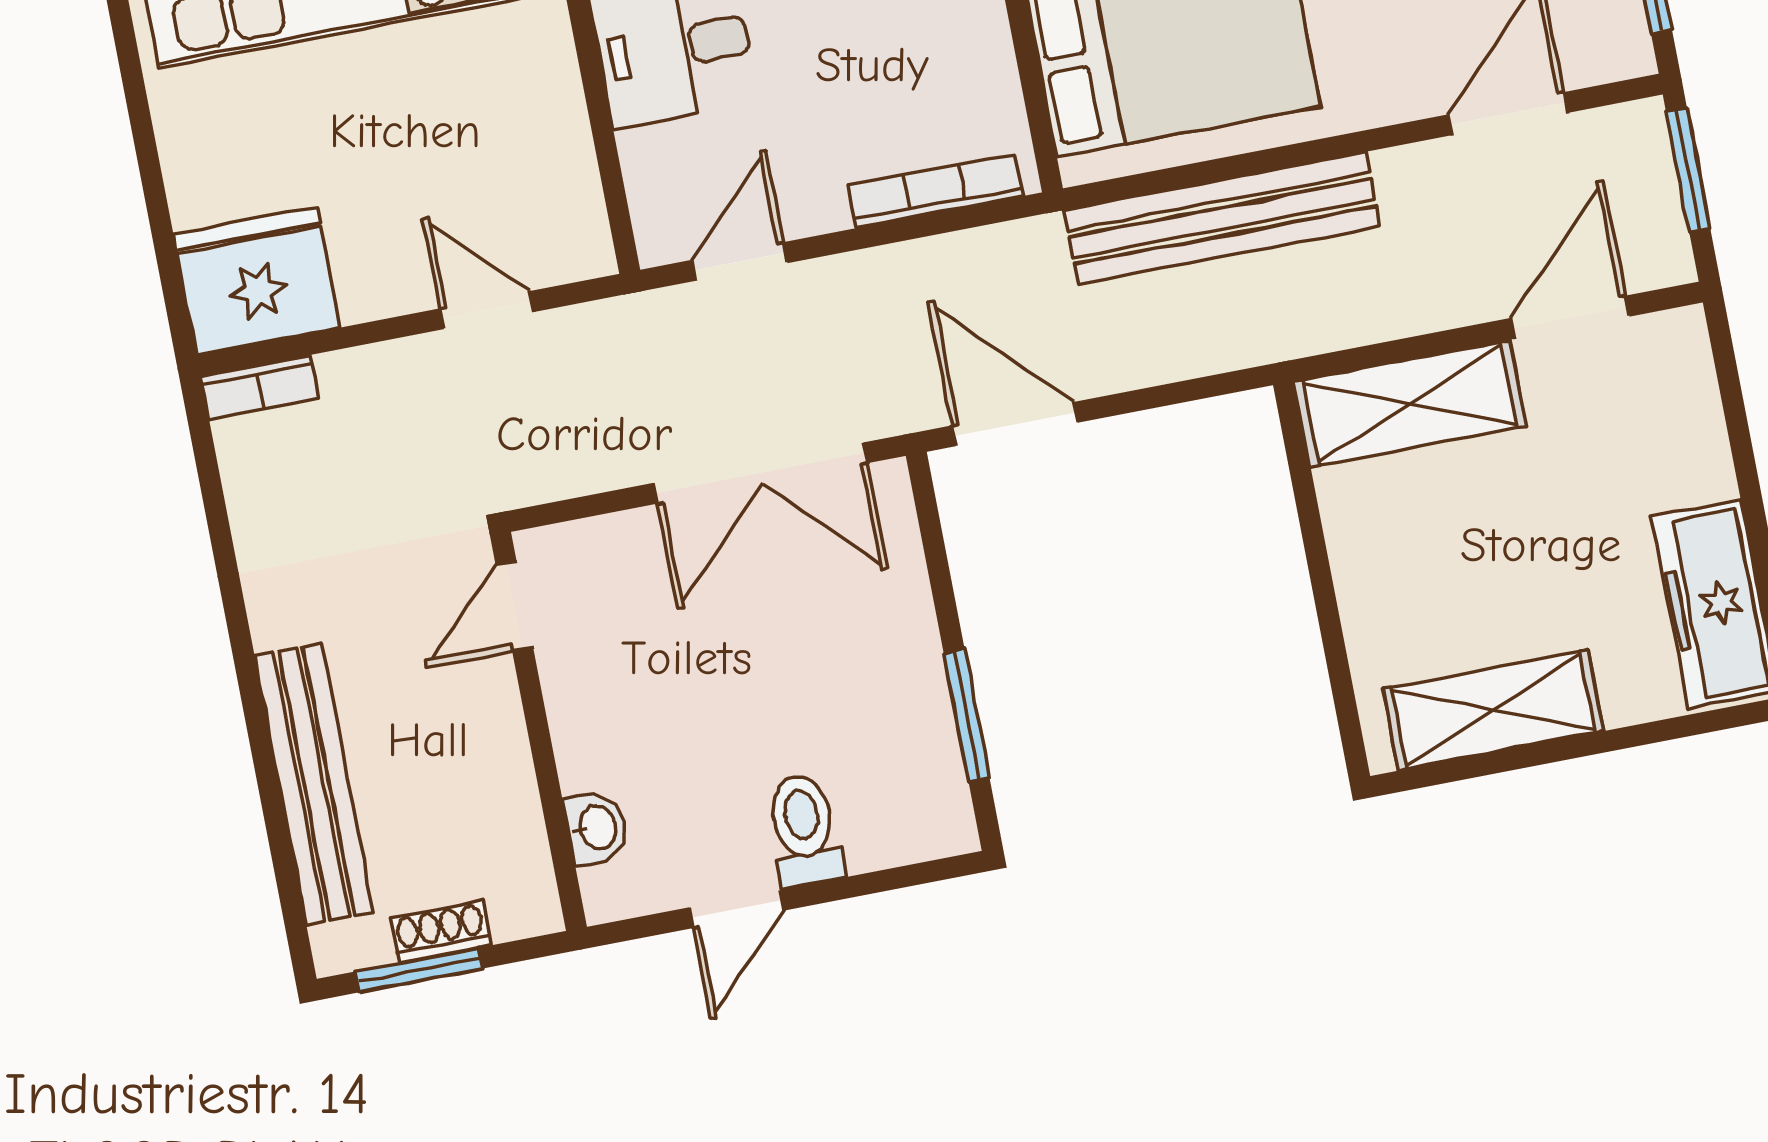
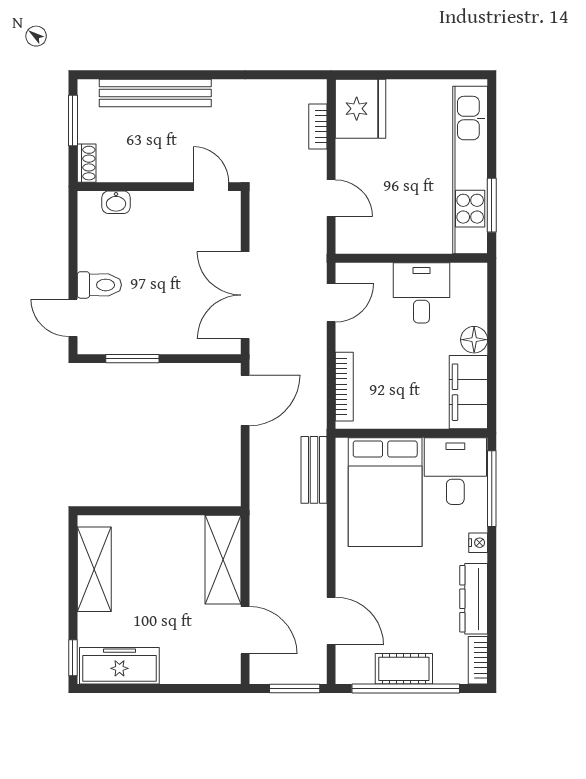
bench: (1222, 218) -> (314, 470), width x0.54, depth x0.82
door: (739, 262) -> (331, 303), hinge flipped
door: (487, 310) -> (331, 198), hinge flipped
bookcase: (259, 387) -> (318, 126), moved
window: (1717, 720) -> (73, 658), added
door: (736, 909) -> (73, 318), moved
shoe rack: (441, 932) -> (87, 163), moved

